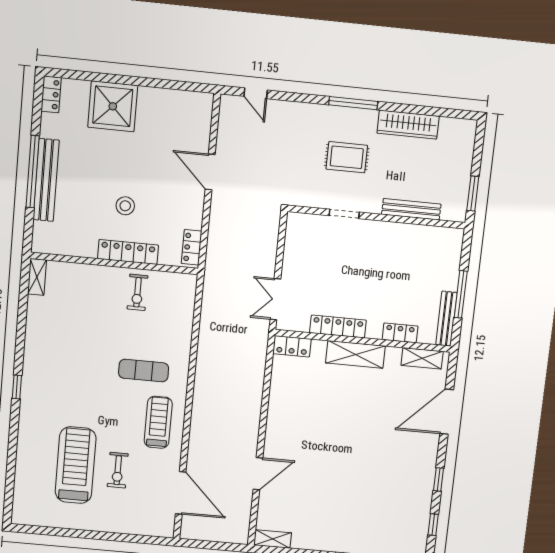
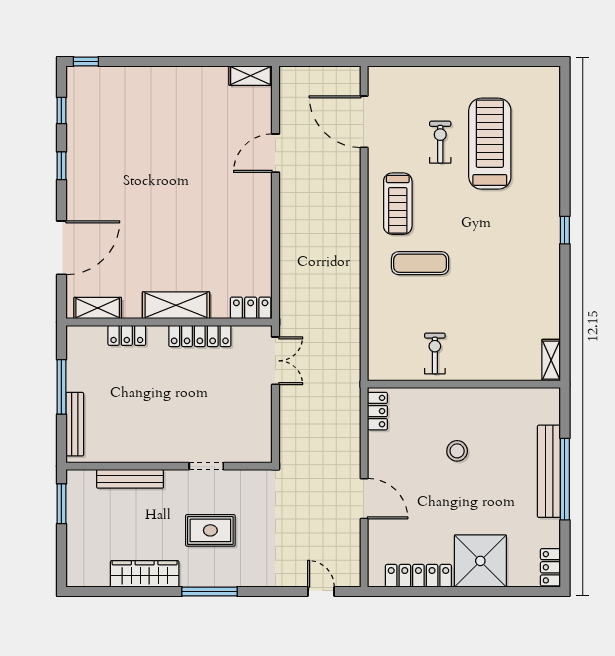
locker: (128, 252) -> (418, 576), moved, turned 180
bench: (446, 319) -> (75, 424), moved
treadmill: (76, 465) -> (490, 144), turned 180

